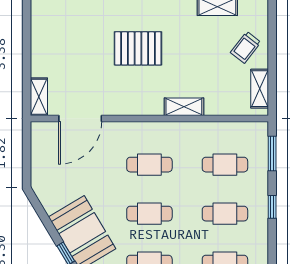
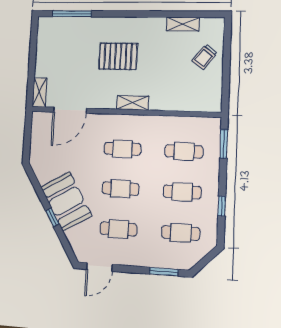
shelving: (260, 89) -> (215, 90), removed
shelving: (184, 107) -> (133, 103), moved
window: (272, 207) -> (222, 206), moved

